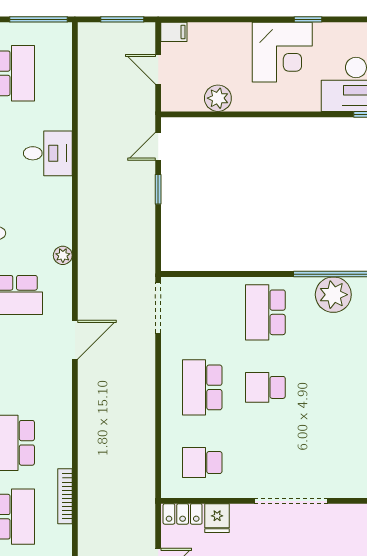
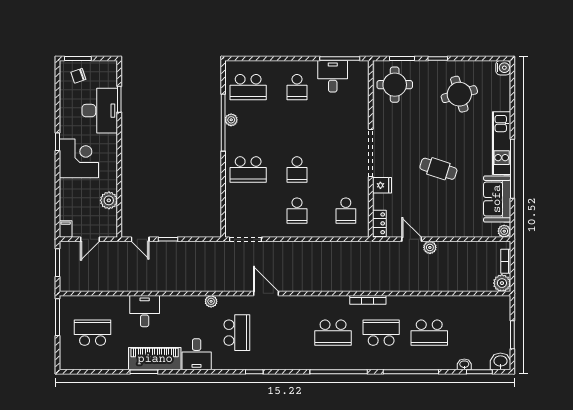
plant: (333, 295) -> (231, 120), width x0.53, depth x0.53
school desk: (202, 387) -> (297, 211), width x0.54
fridge: (217, 518) -> (382, 185), moved

